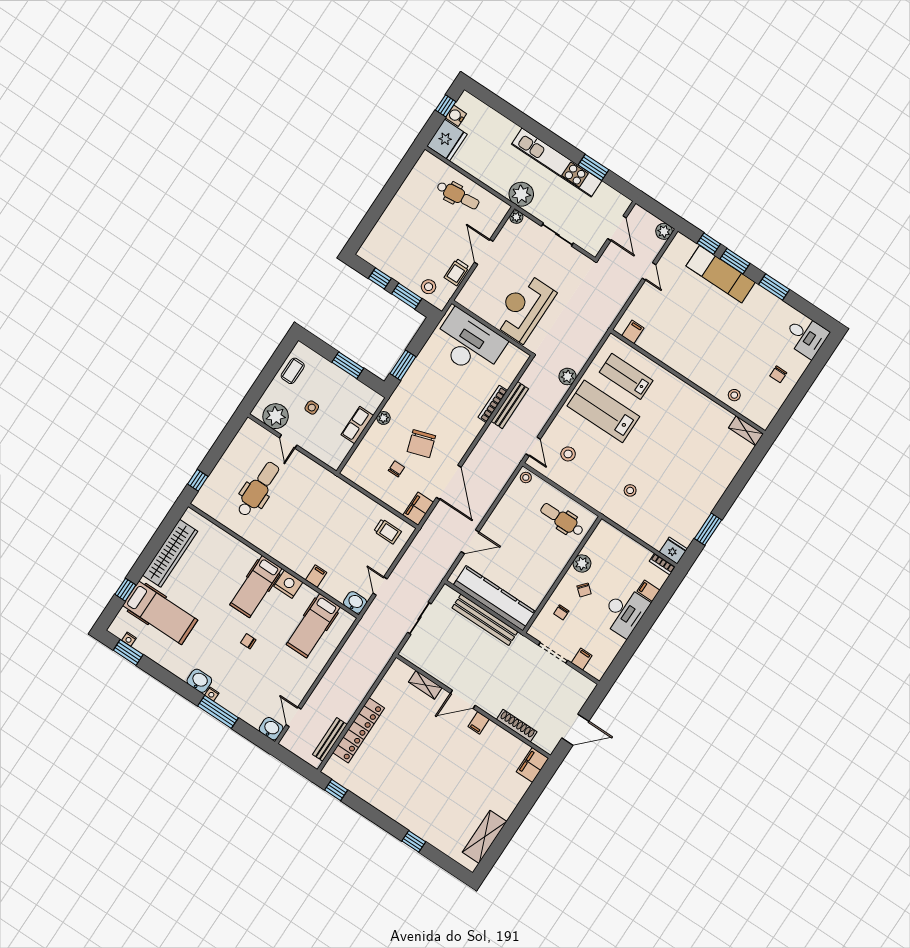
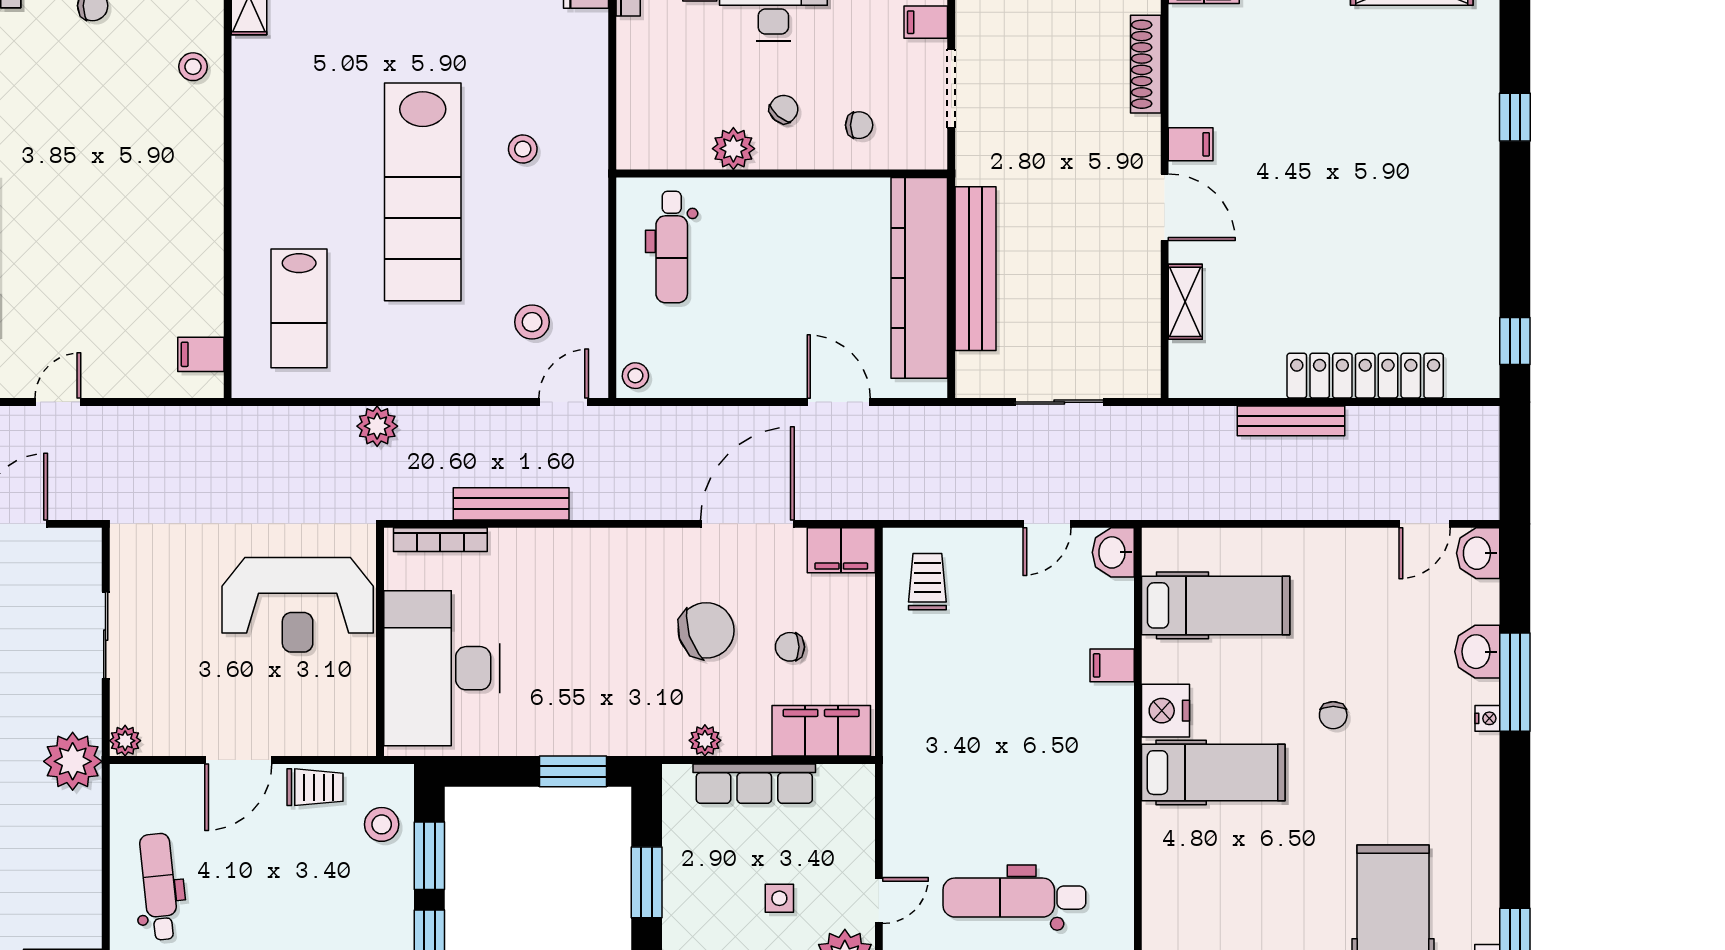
bookcase: (493, 404) -> (440, 540), moved
lab bench: (603, 411) -> (423, 192), moved, width x1.36
row of seats: (357, 425) -> (754, 784), width x1.48
filing cabinet: (360, 460) -> (821, 731), added
washbasin: (199, 681) -> (1477, 652), moved
bench: (330, 739) -> (1291, 421), moved

